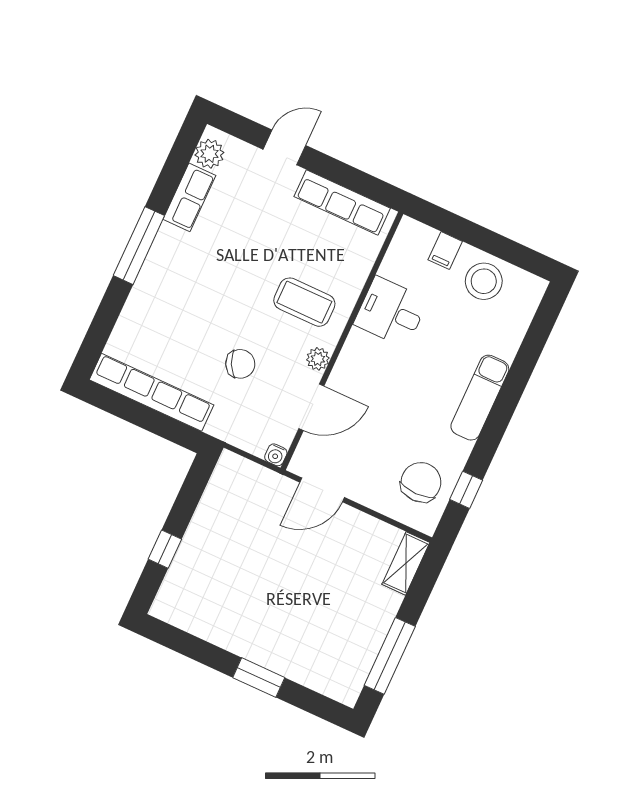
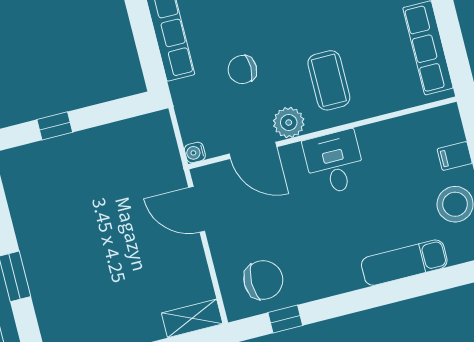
desk: (391, 312) -> (334, 163), moved
plant: (318, 359) -> (289, 123), width x1.38, depth x1.38
chair: (240, 364) -> (242, 70), turned 116
exam couch: (480, 398) -> (404, 263), moved

